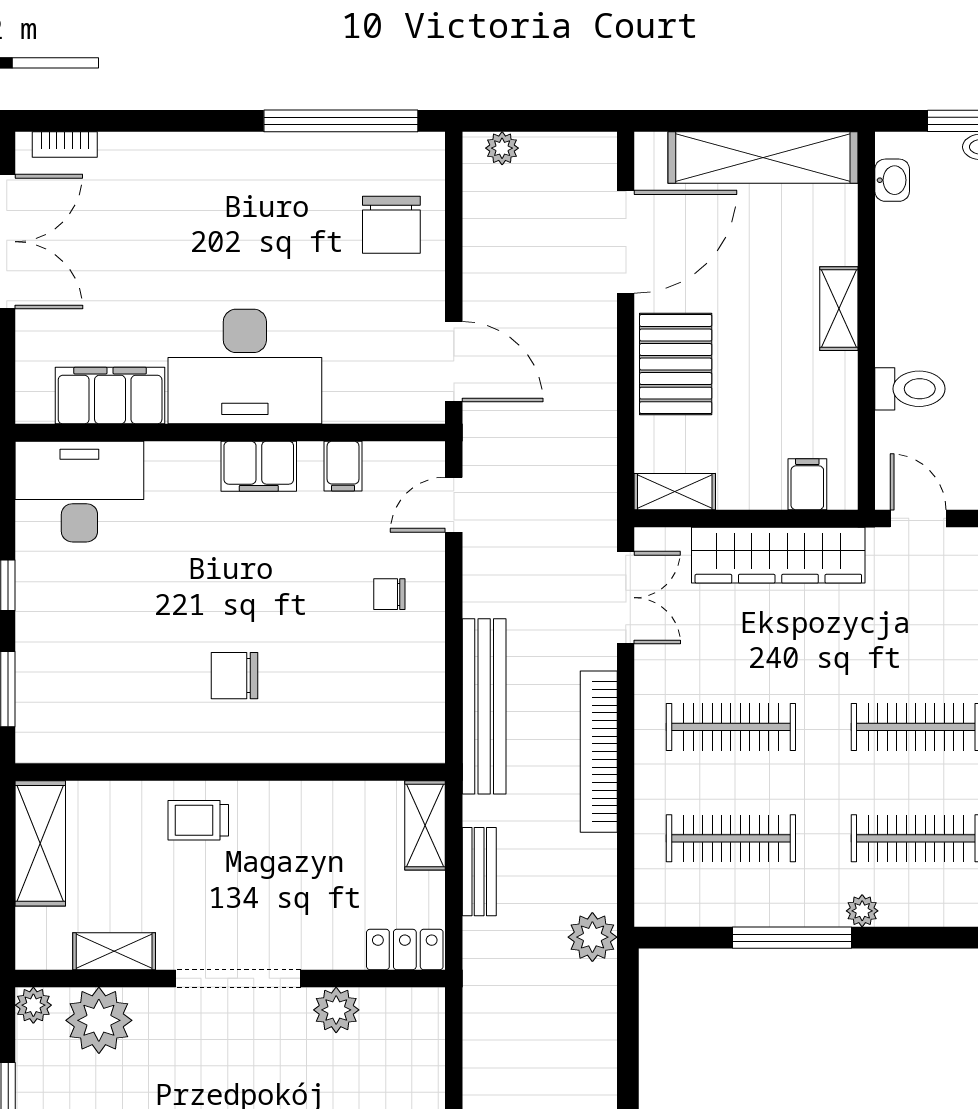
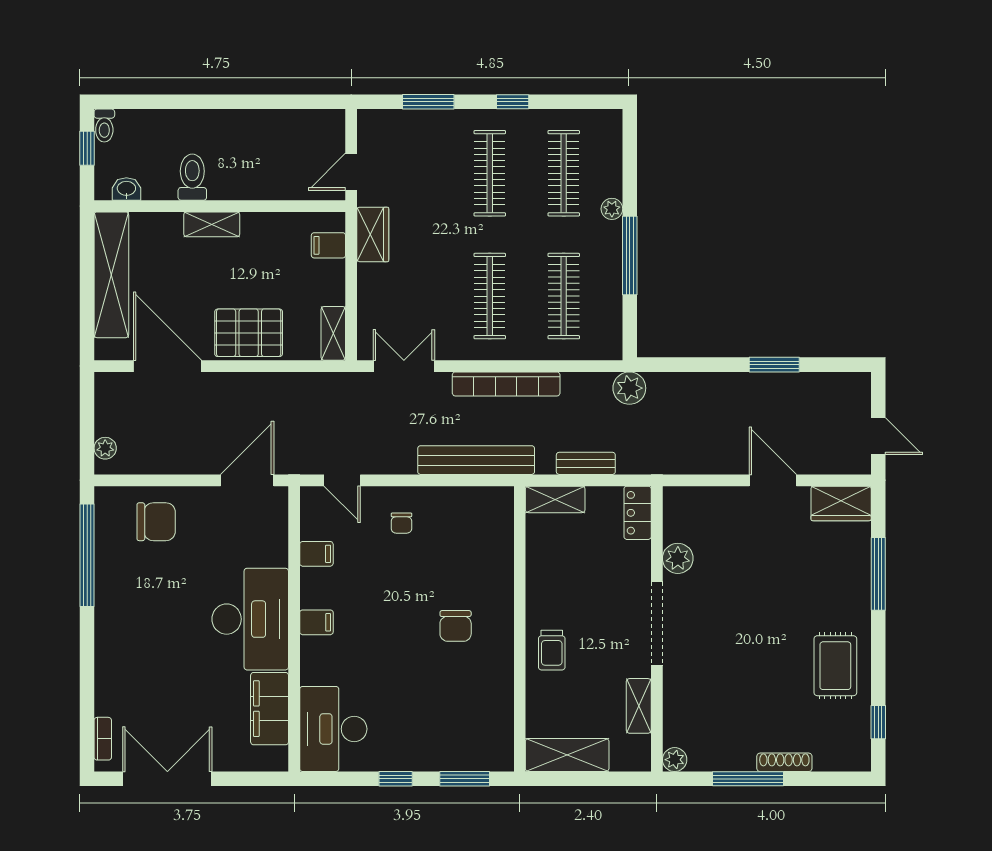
toilet: (910, 389) -> (192, 177), moved
filing cabinet: (259, 466) -> (316, 622), width x0.50
wardrobe: (778, 555) -> (373, 234), width x0.48, depth x0.85
plant: (99, 1020) -> (685, 716), removed

